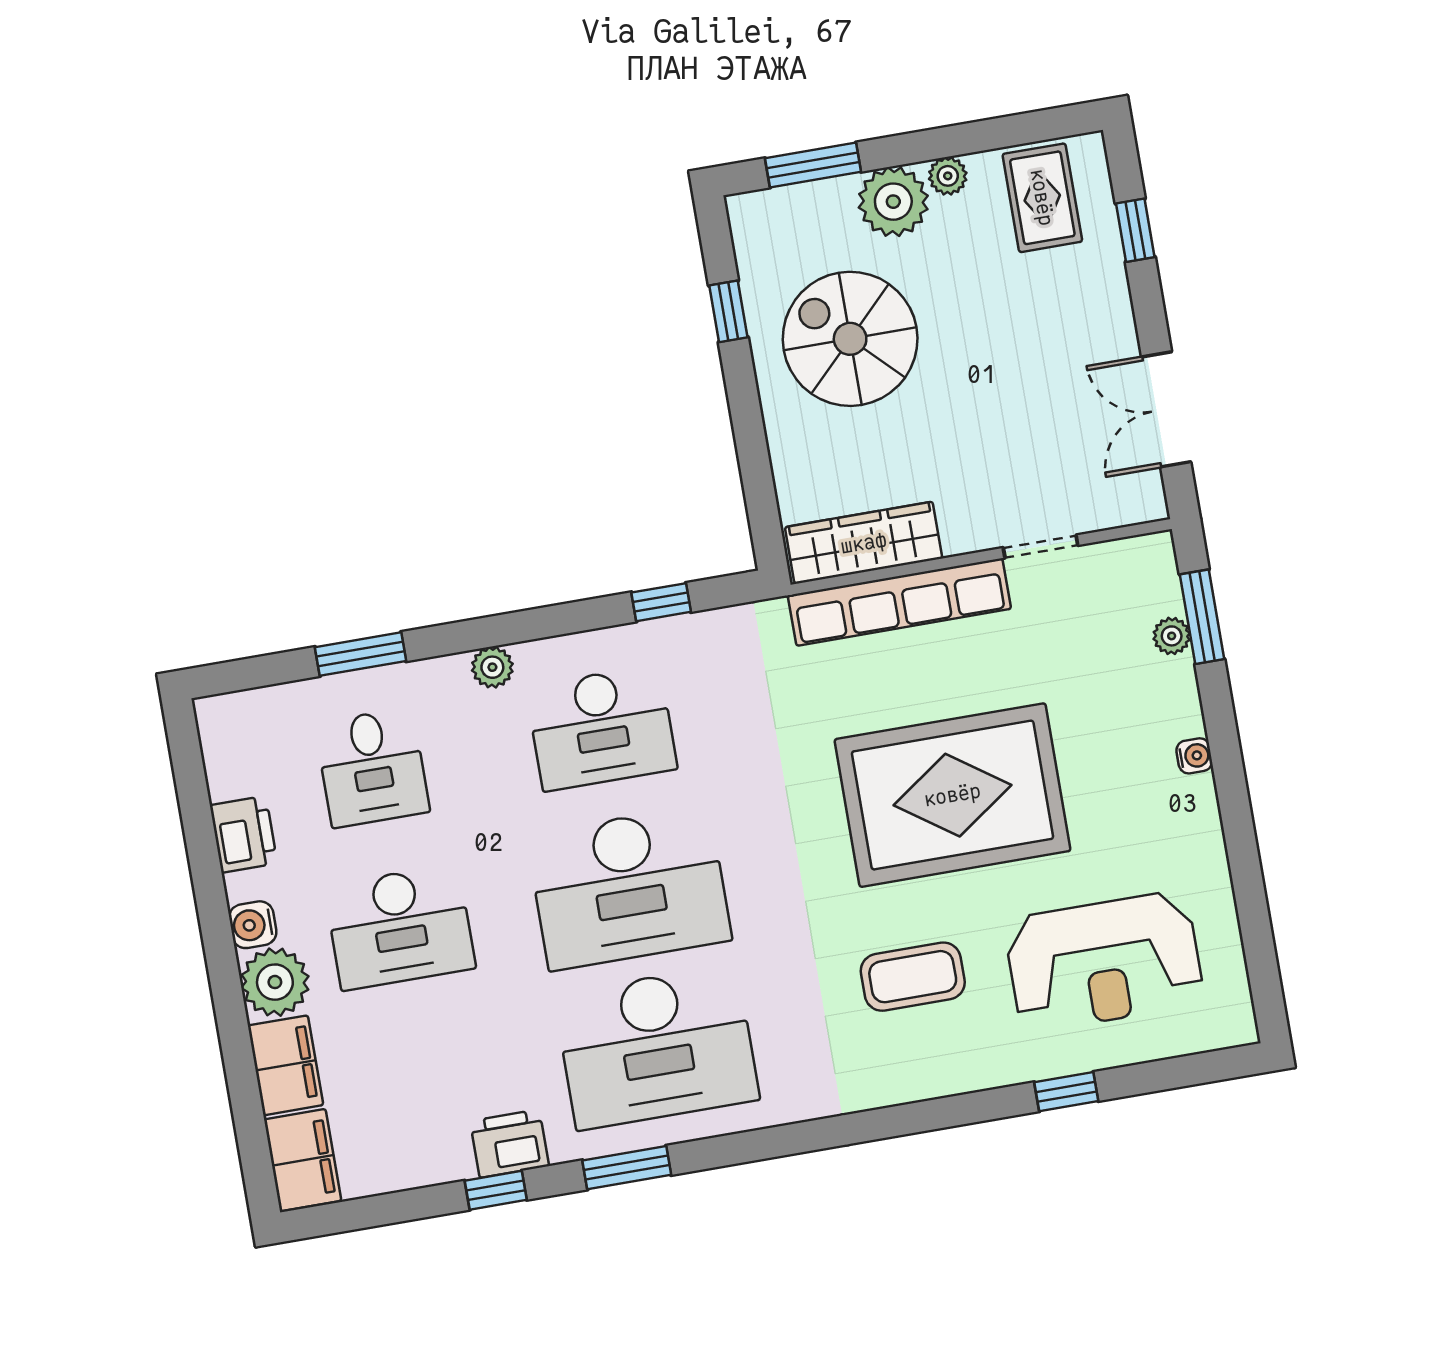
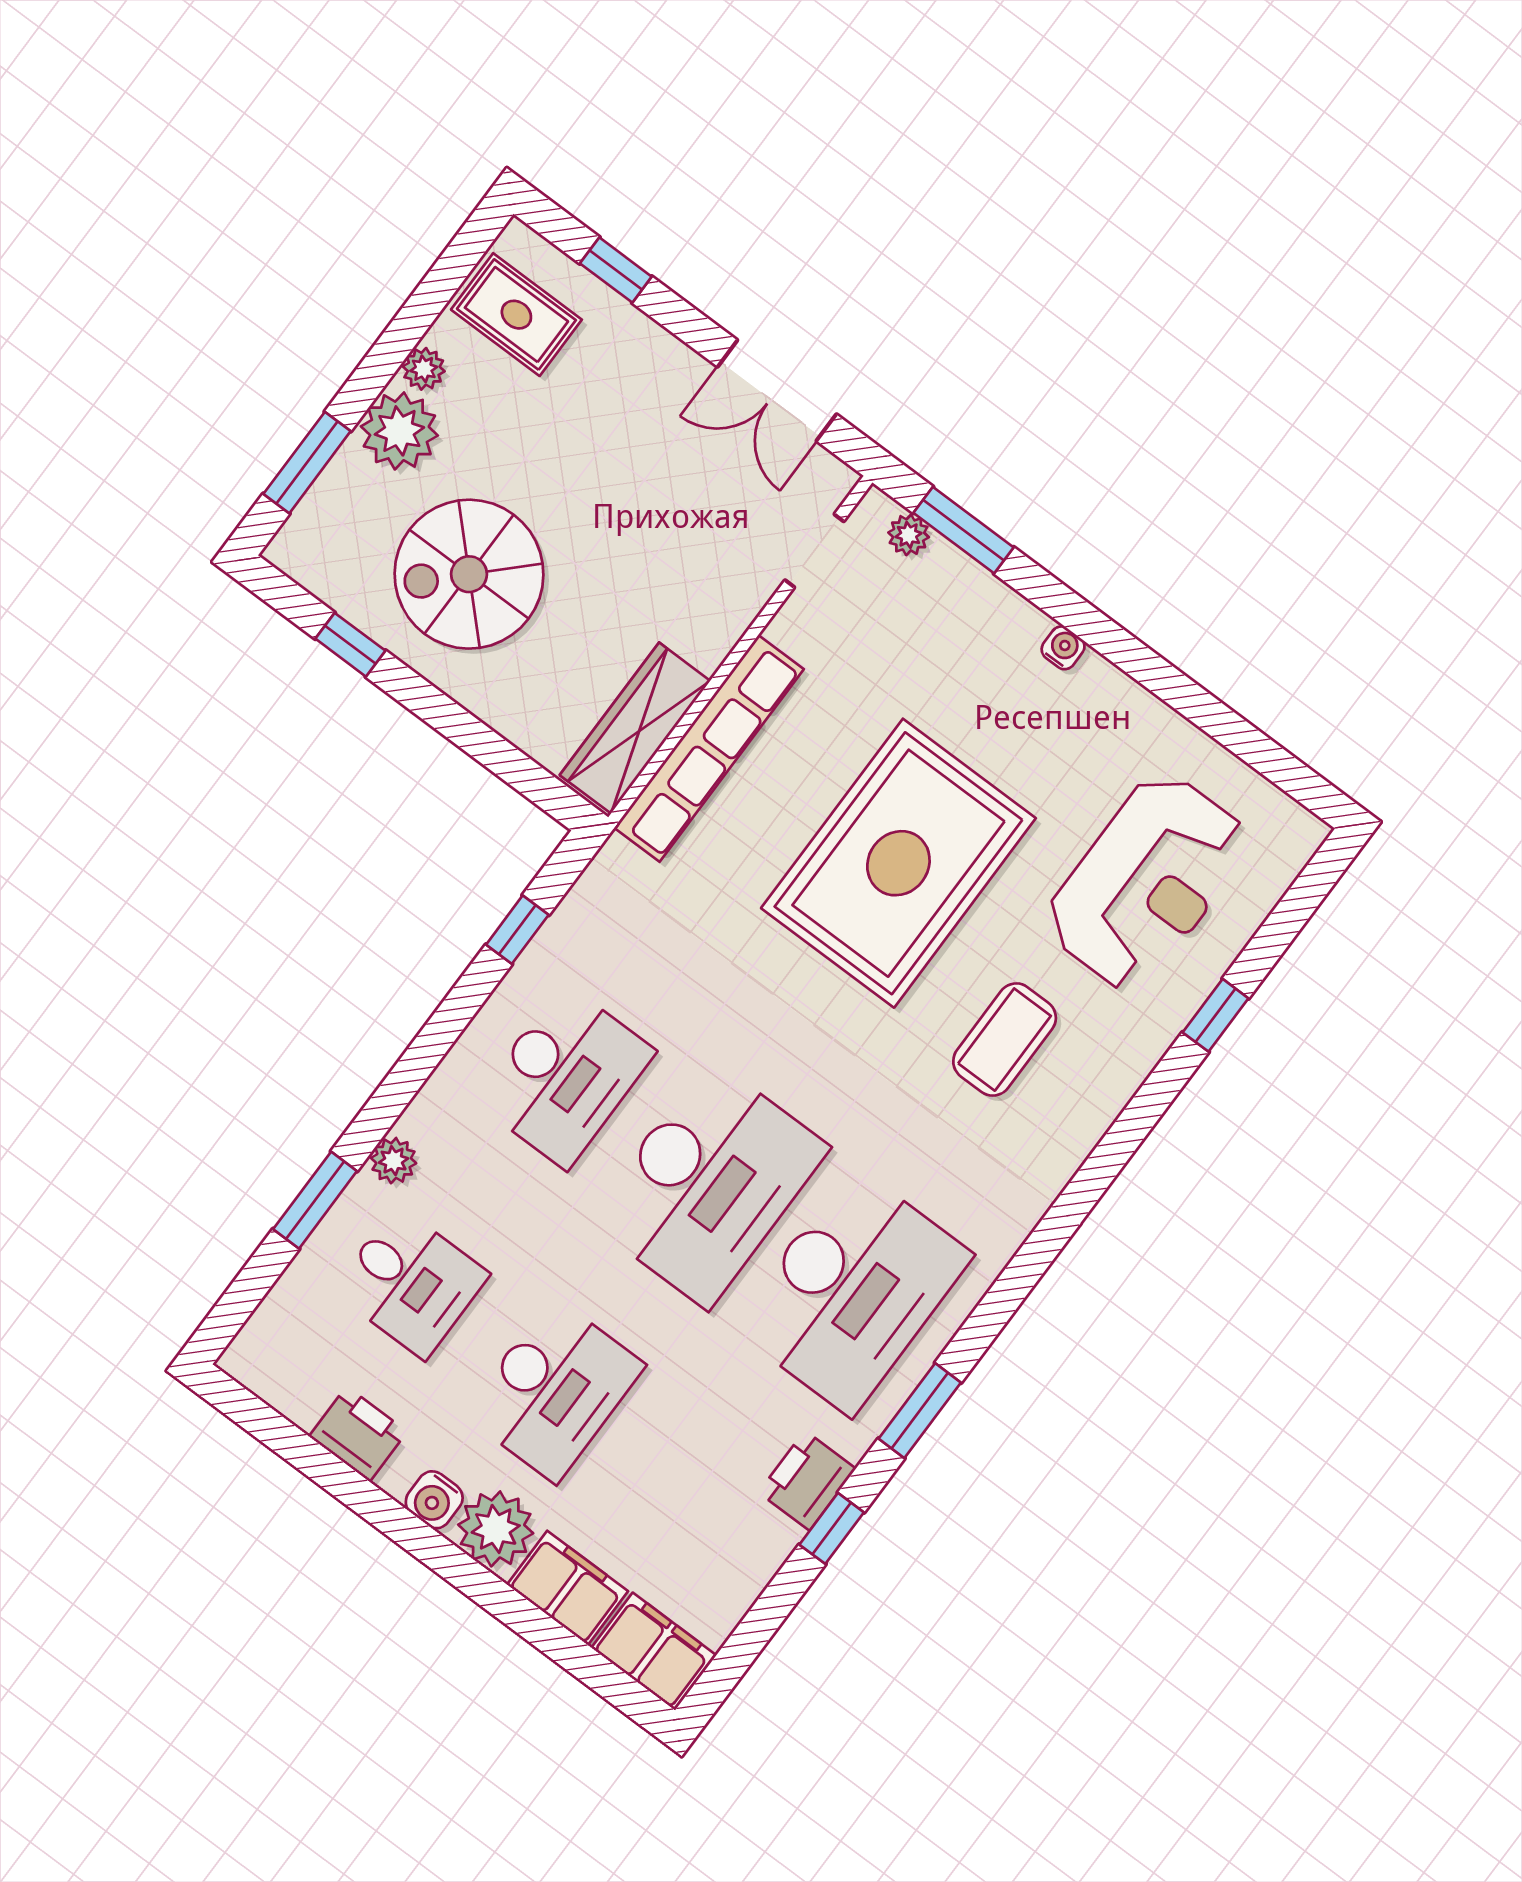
doorway: (1041, 547) -> (814, 551), moved
plant: (1172, 636) -> (909, 535), moved
plant: (492, 667) -> (394, 1161), moved

